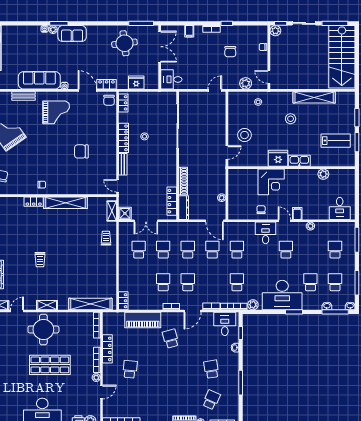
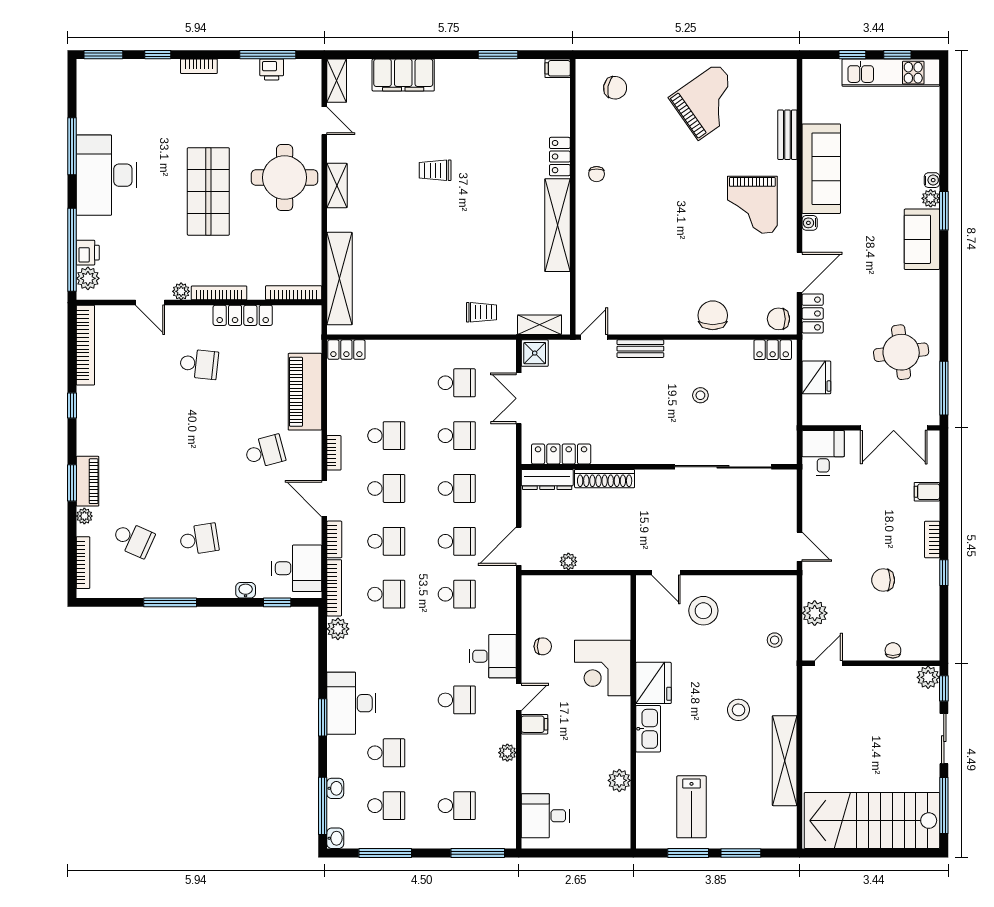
locker: (124, 138) -> (697, 350), removed
chair: (81, 151) -> (713, 315), moved
school desk: (212, 282) -> (386, 541), added
desk: (282, 295) -> (351, 703), width x0.73, depth x0.77

